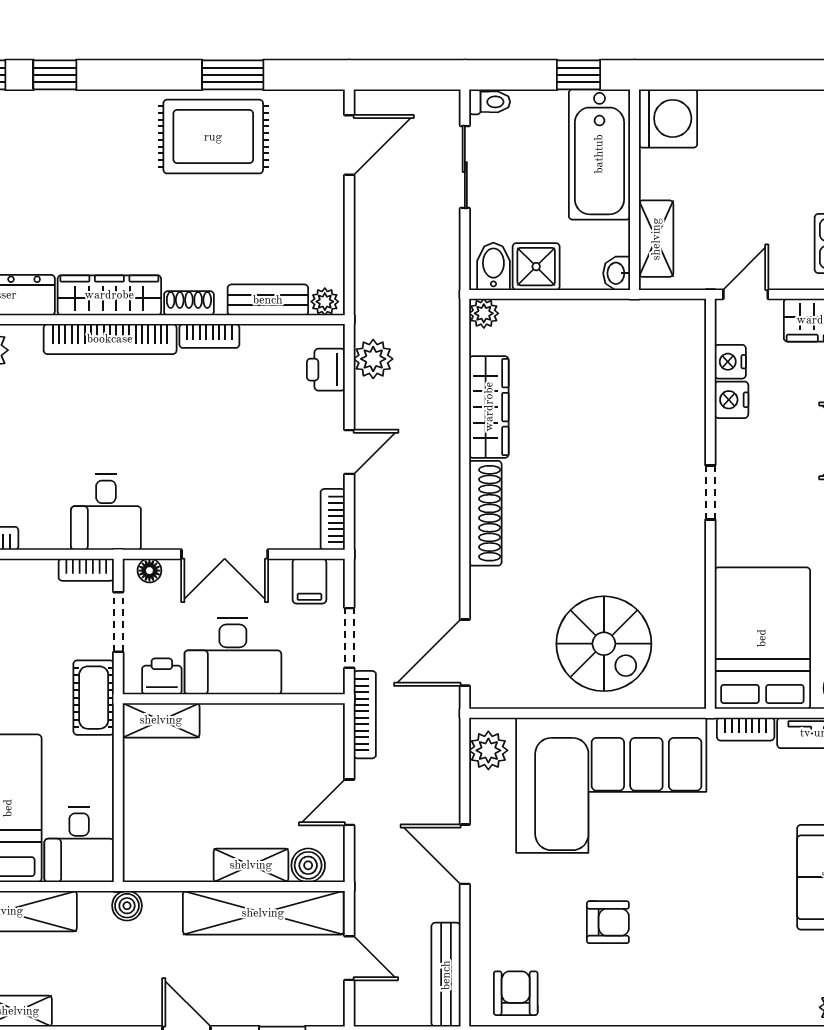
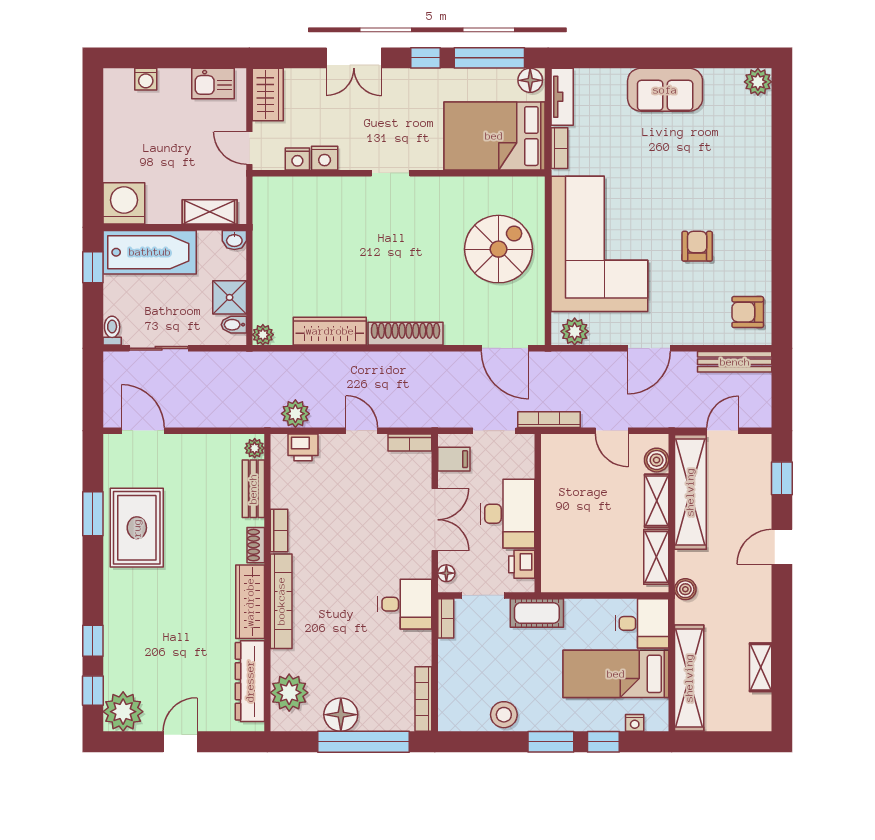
bidet: (493, 266) -> (234, 325), width x0.72, depth x0.74
shelving: (161, 720) -> (656, 557), moved

